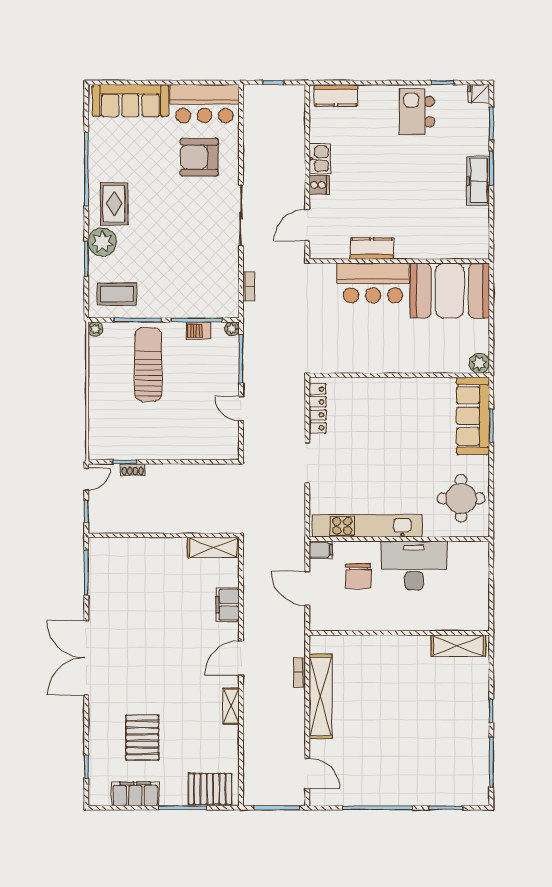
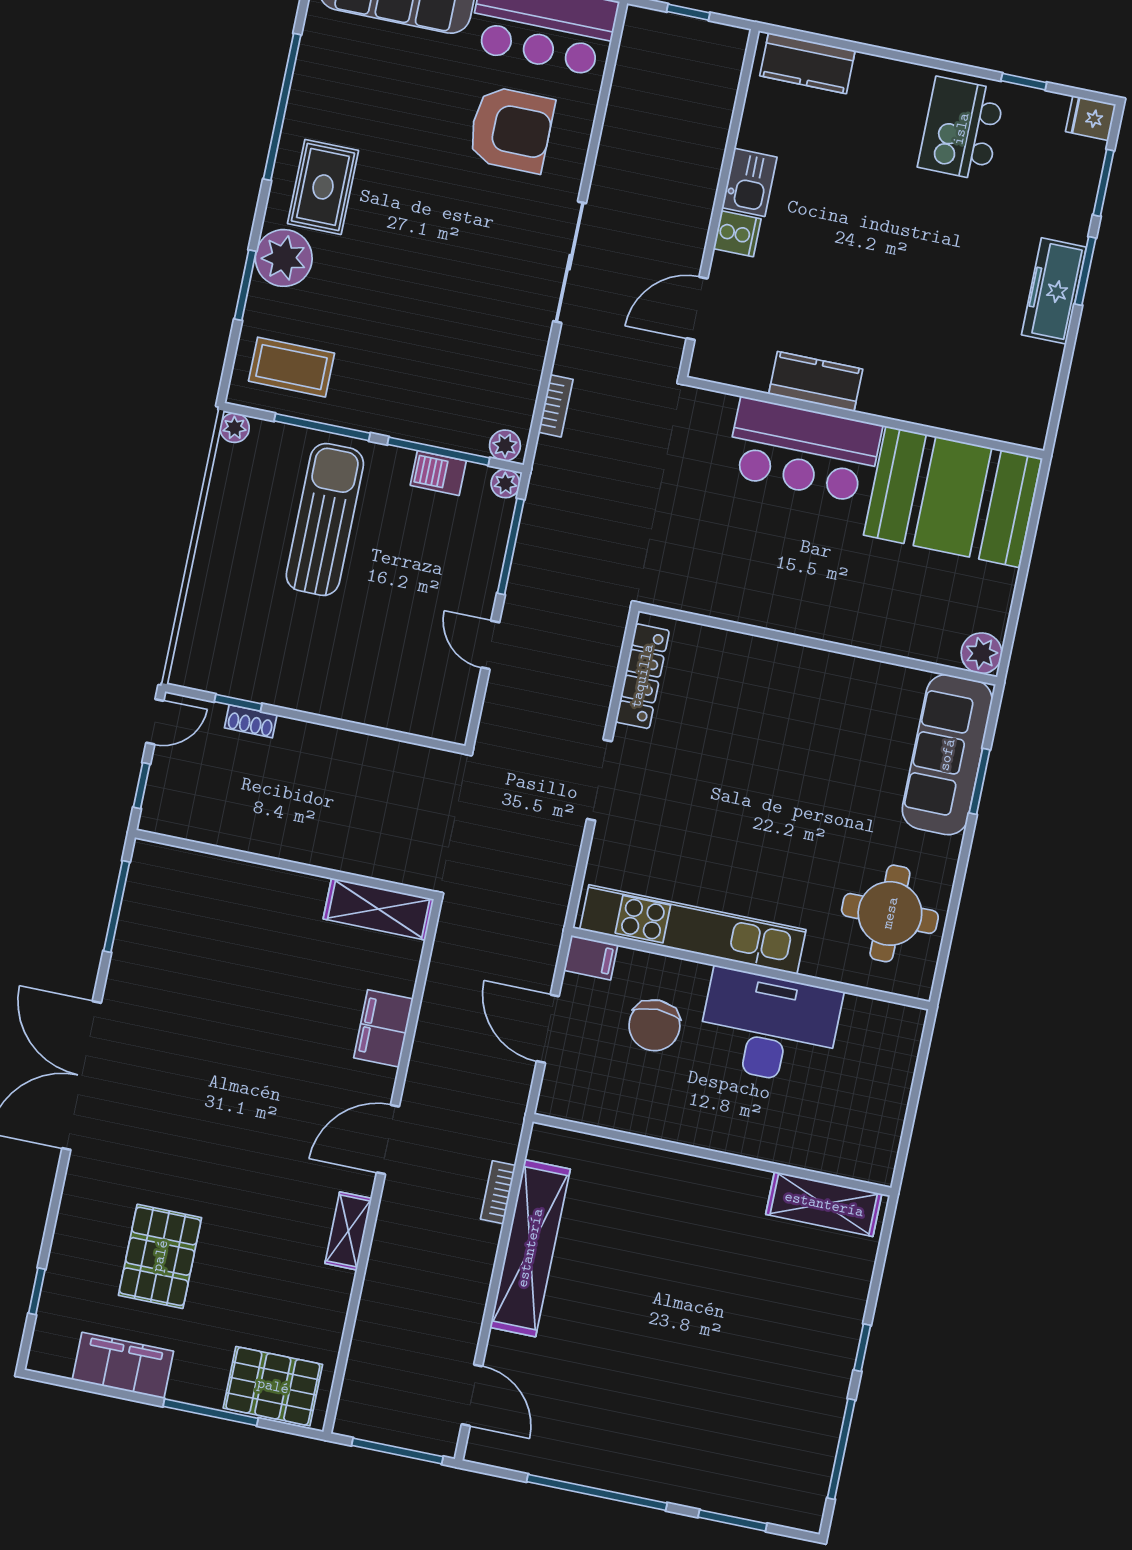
armchair: (199, 157) -> (511, 129), turned 180
plant: (228, 311) -> (505, 445), added

